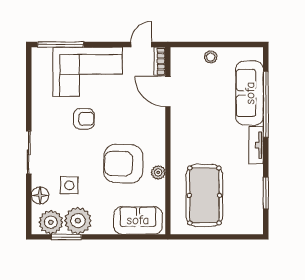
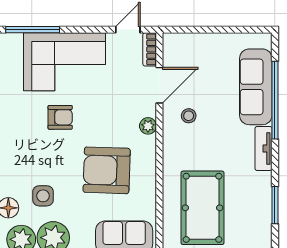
stool: (211, 57) -> (189, 116), moved
door: (168, 92) -> (159, 85), swing flipped
plant: (158, 172) -> (148, 126), moved

